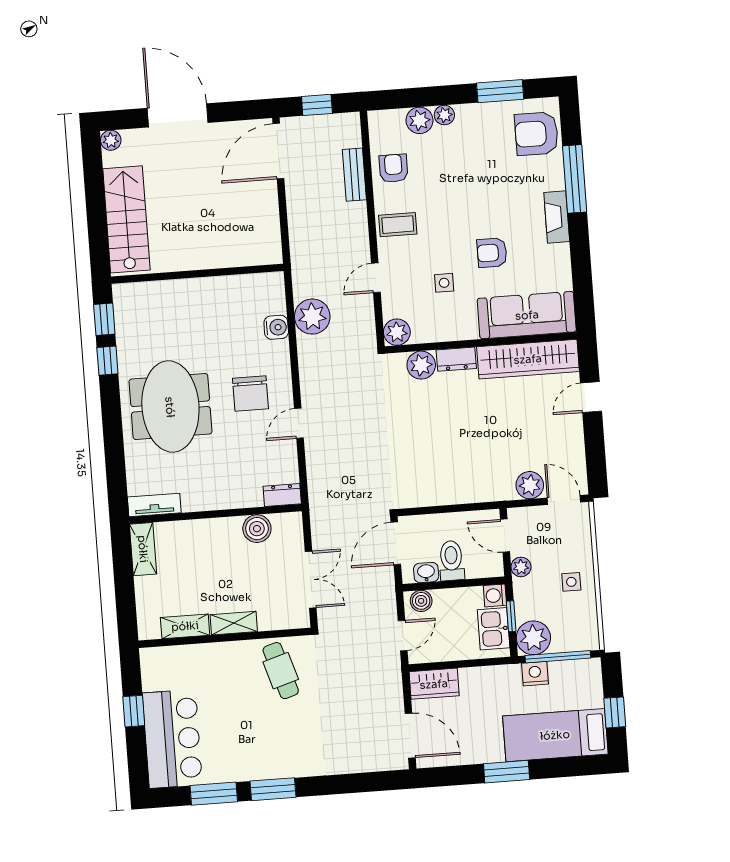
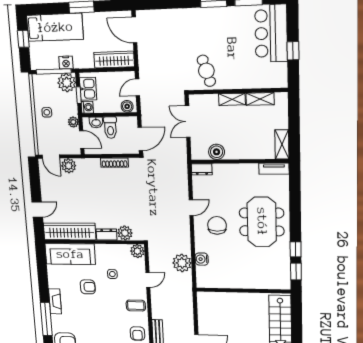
shoe rack: (443, 497) -> (114, 163), added
washbasin: (426, 573) -> (96, 122), moved
wardrobe: (434, 684) -> (114, 60), width x1.50

